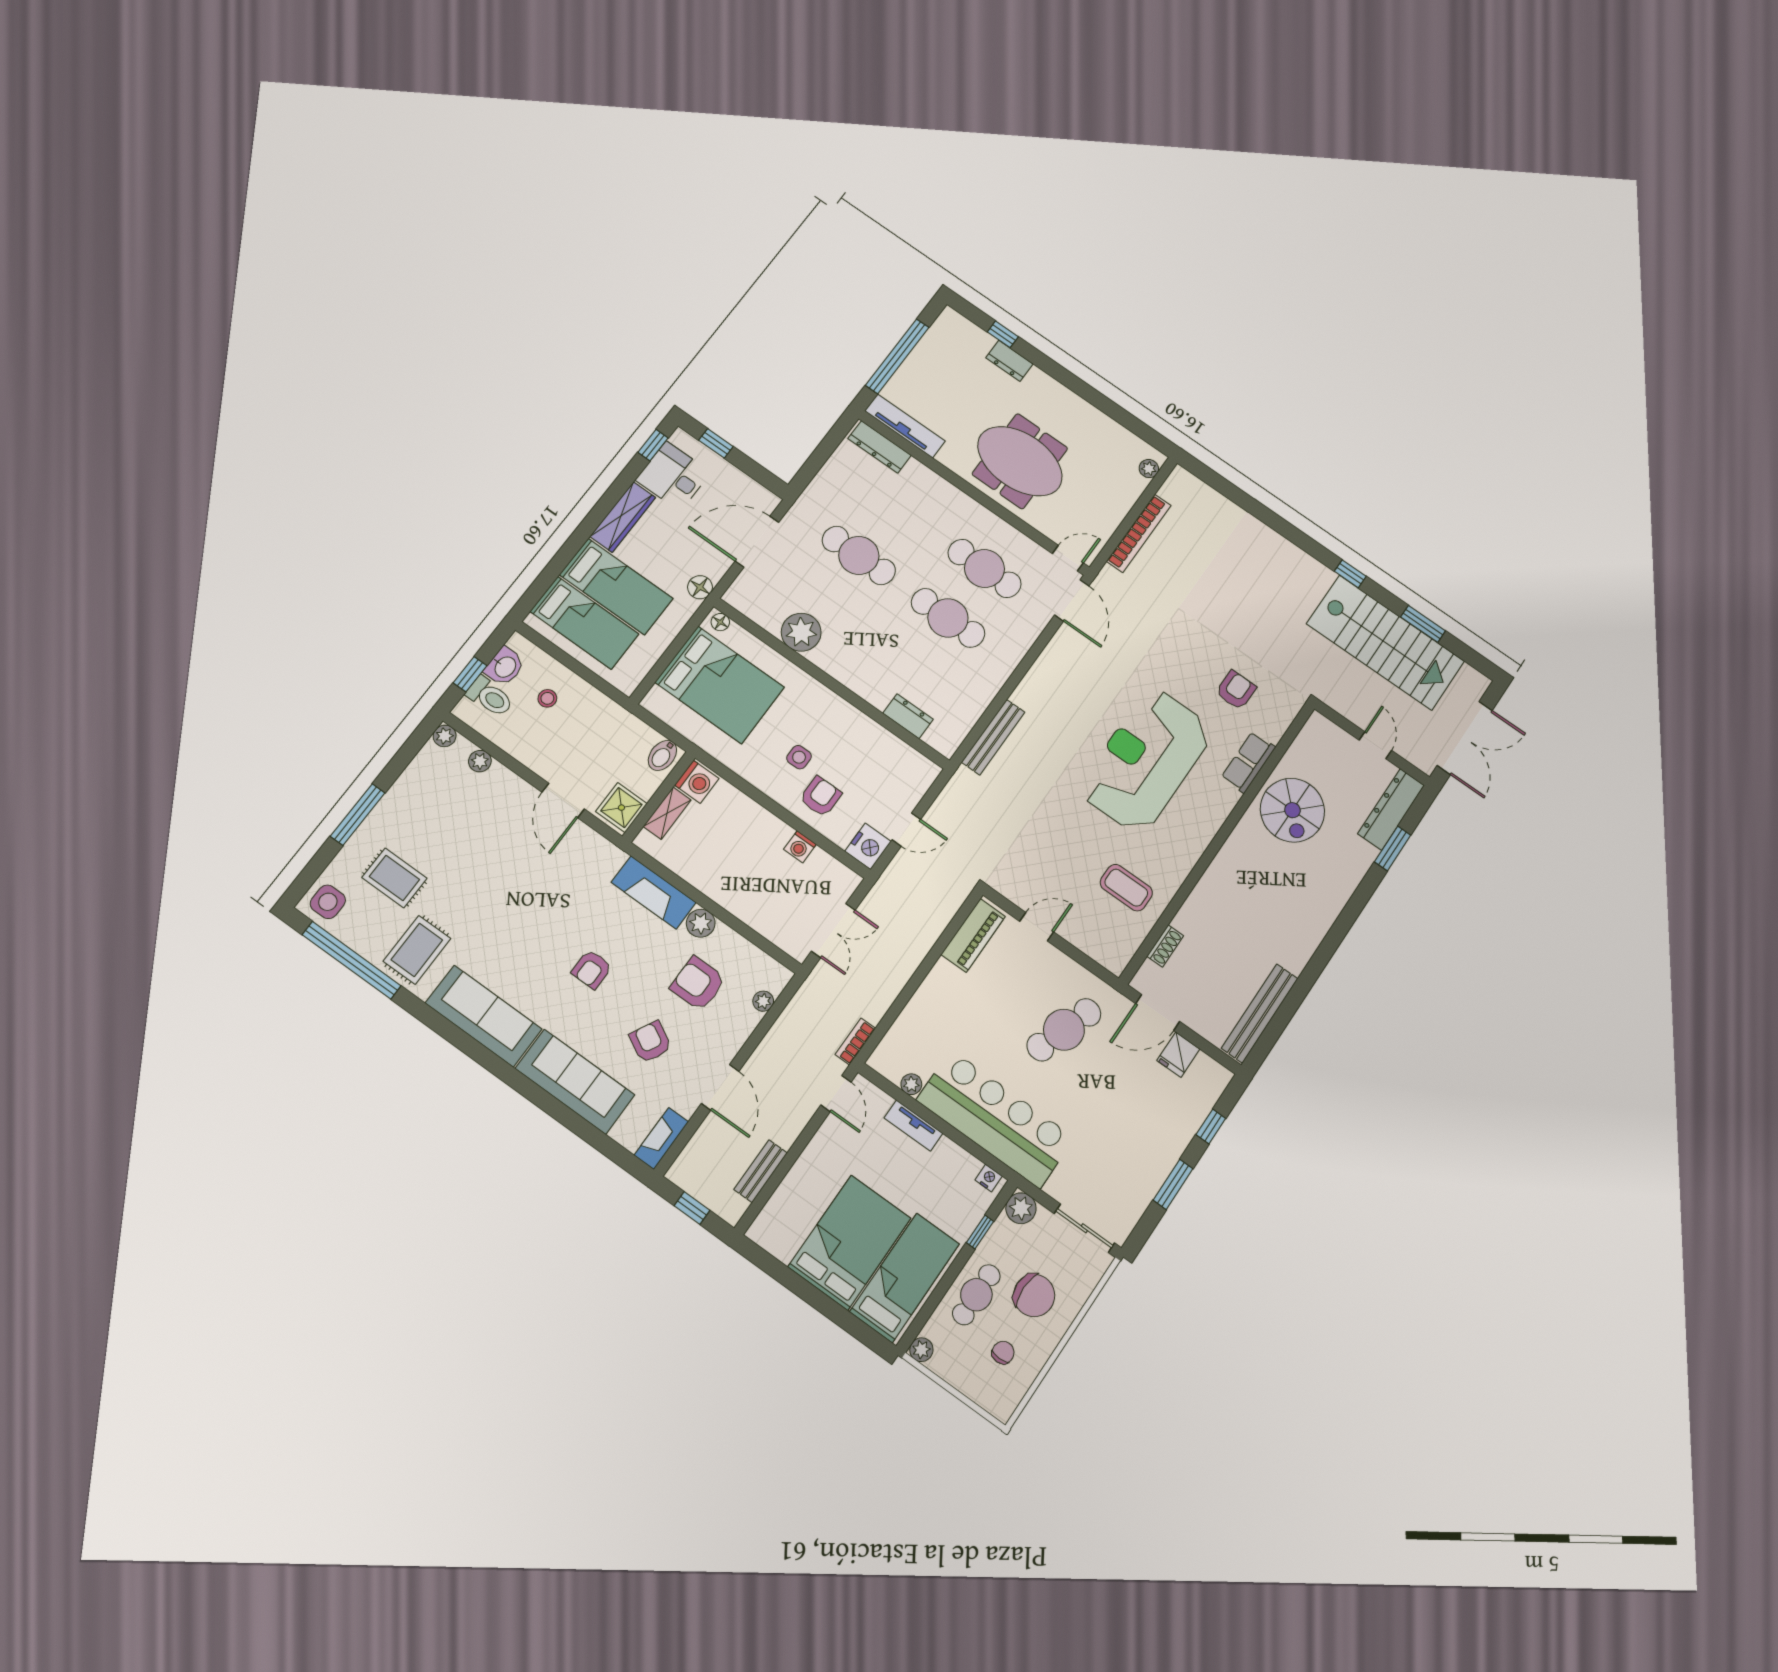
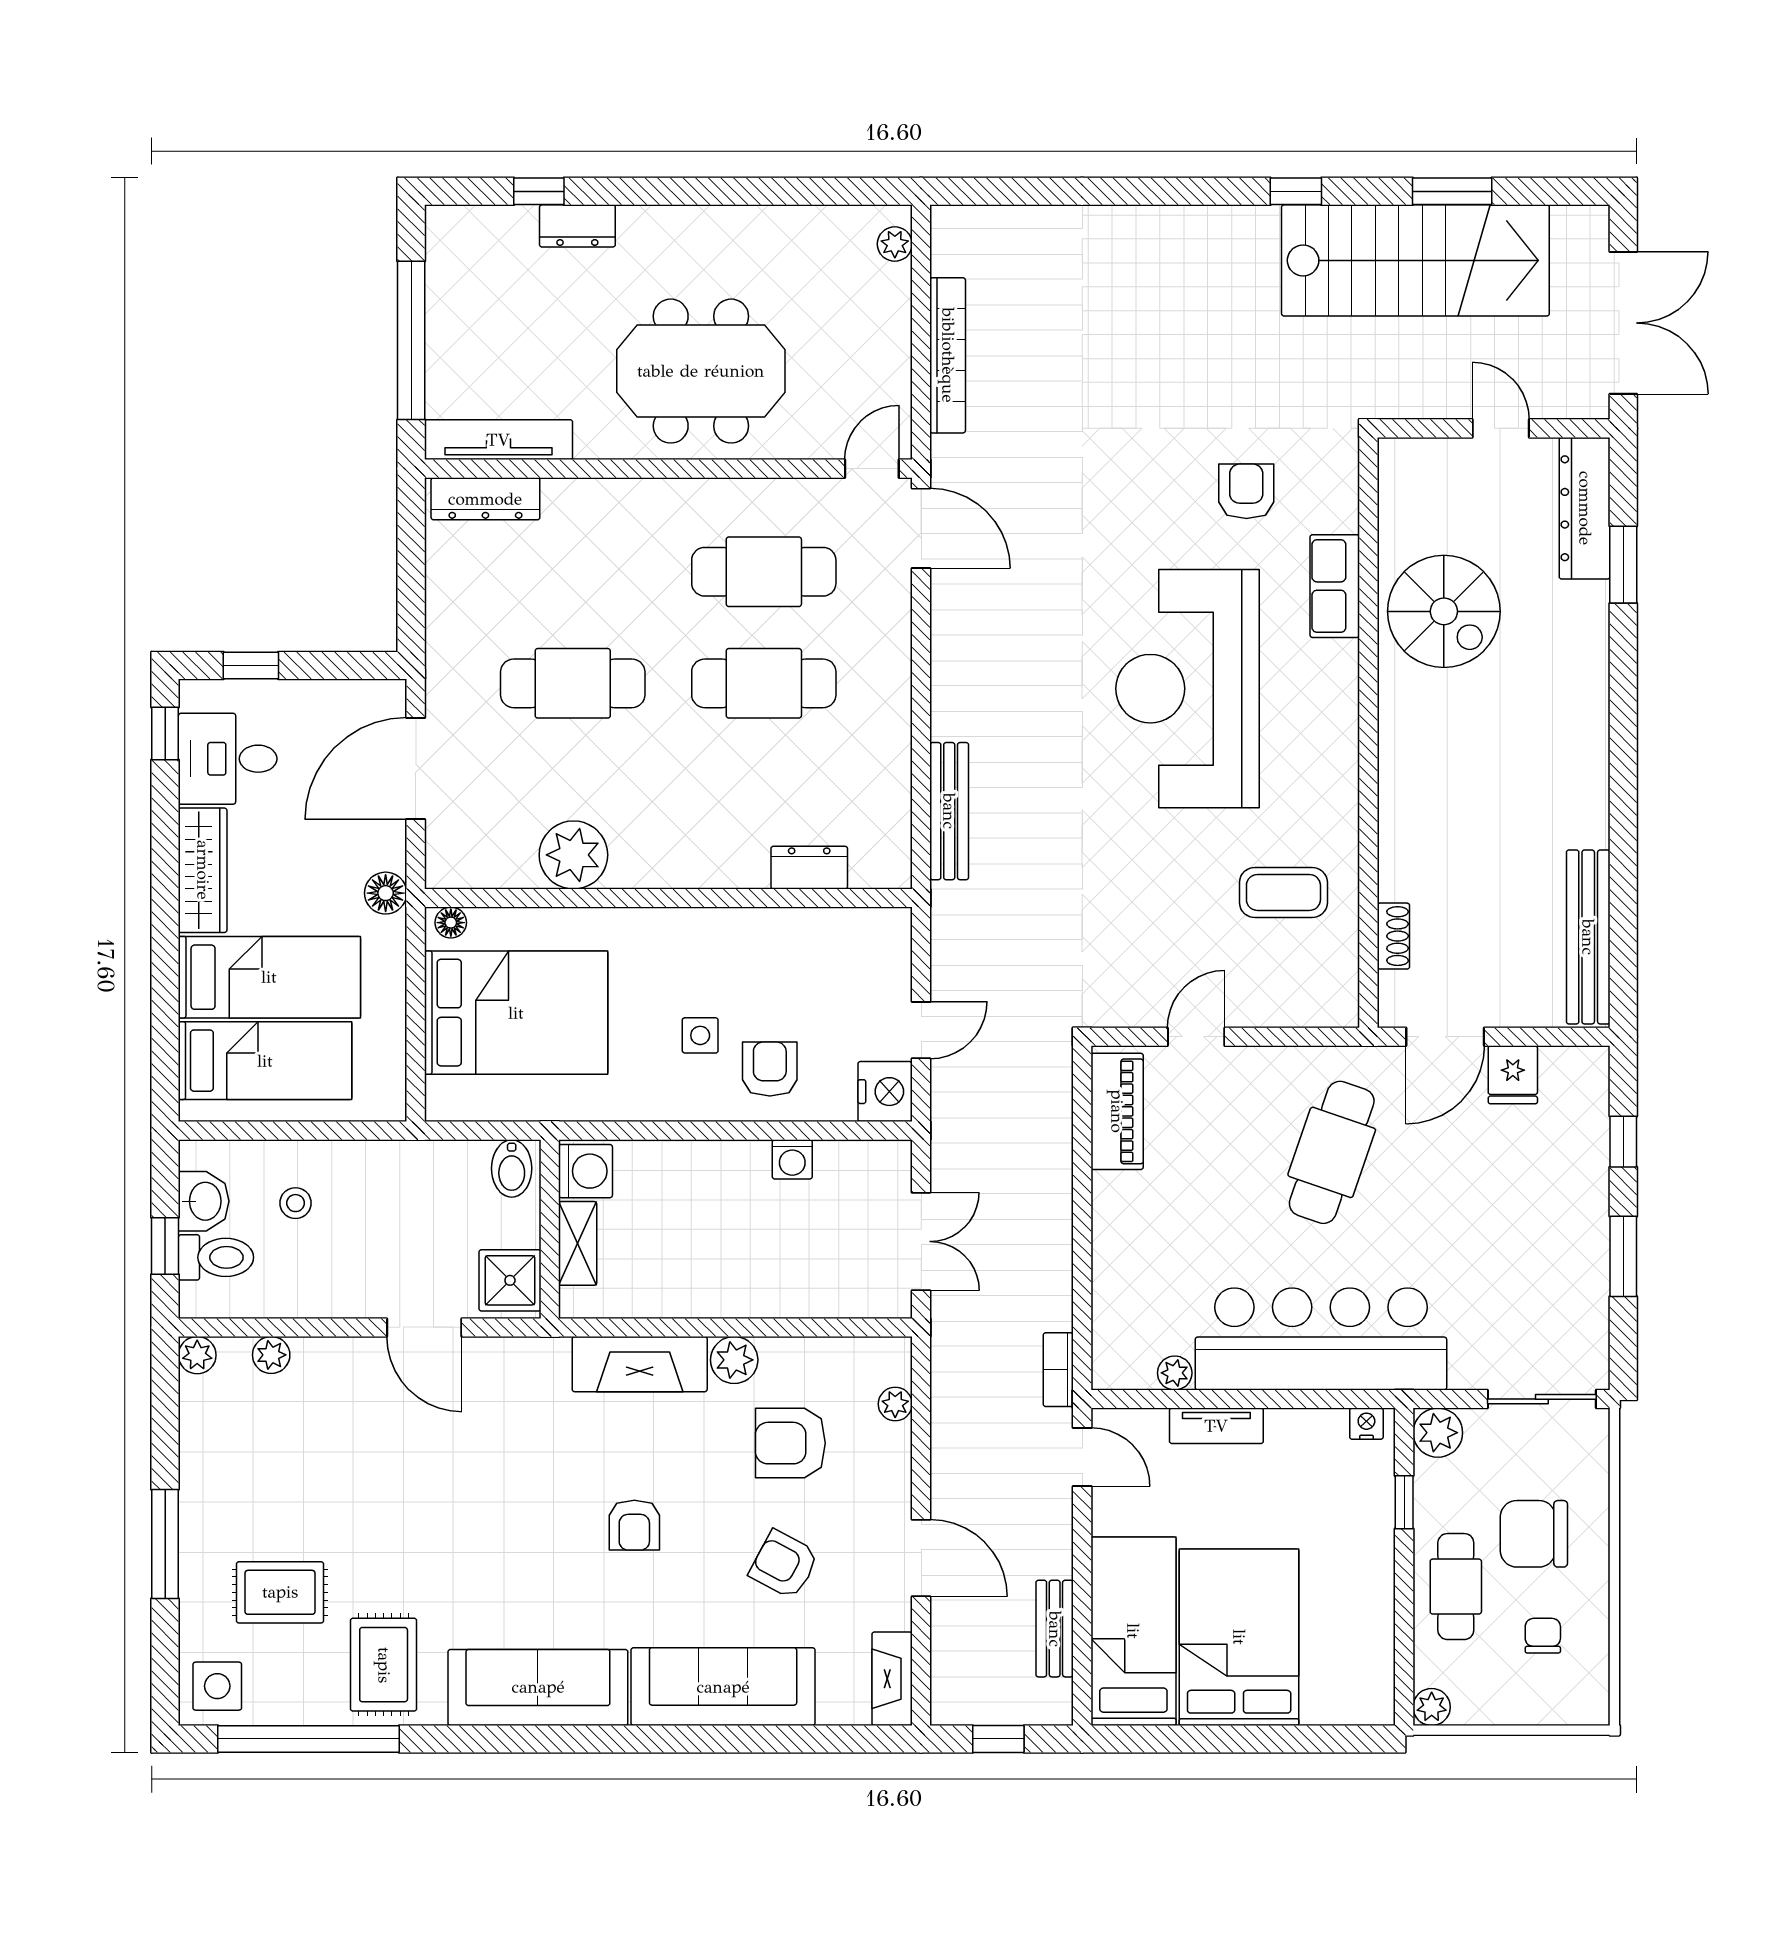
bed: (905, 1278) -> (1133, 1631), moved
chair: (1034, 1295) -> (1534, 1534), turned 180

